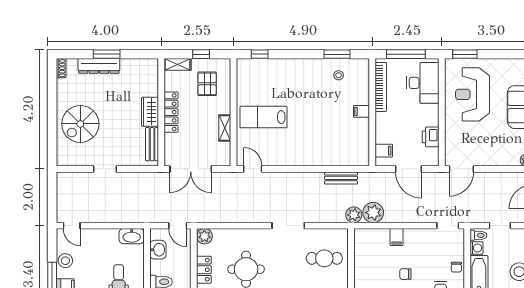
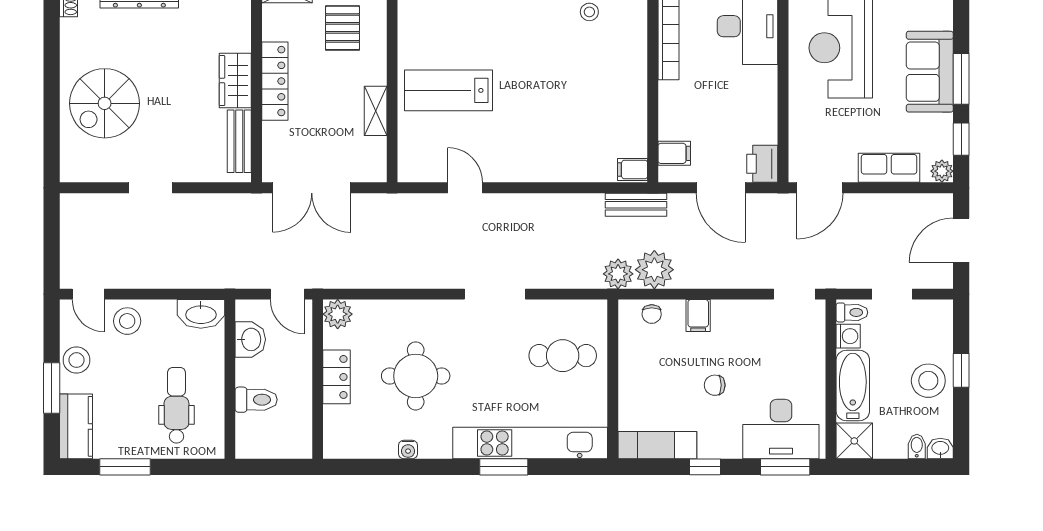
filing cabinet: (362, 111) -> (632, 169), moved
printer: (431, 137) -> (762, 164), moved
row of seats: (498, 158) -> (889, 168), added
door: (253, 169) -> (465, 188), moved
bench: (341, 178) -> (636, 205), moved
stool: (92, 240) -> (127, 321), added
chair: (456, 267) -> (652, 314), moved

